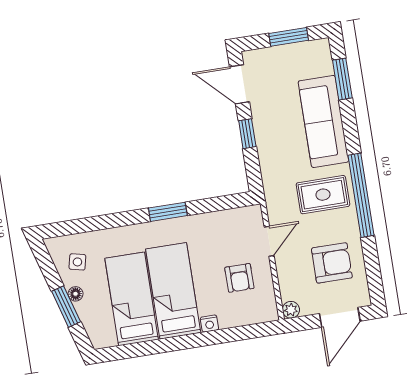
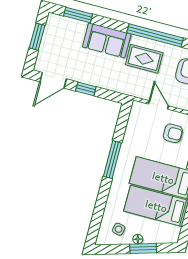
sofa: (323, 121) -> (107, 40), width x0.73
rug: (323, 195) -> (144, 59), turned 90
window: (168, 212) -> (112, 160), width x1.44

